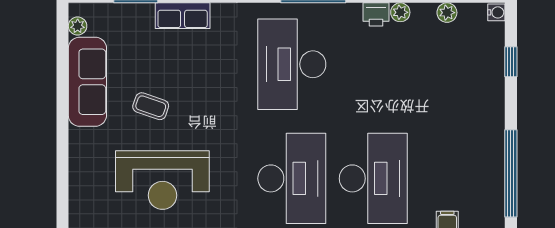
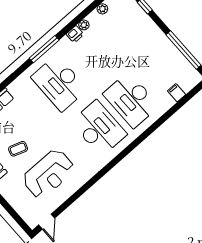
desk: (373, 178) -> (131, 100), turned 180

